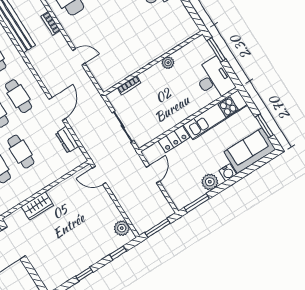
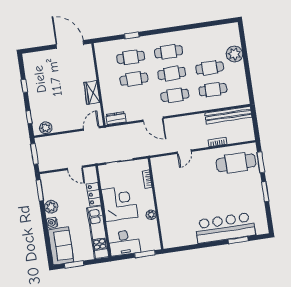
corner desk: (171, 105) -> (120, 203), added
dresser: (67, 140) -> (116, 118), moved
wardrobe: (37, 206) -> (92, 93), moved

